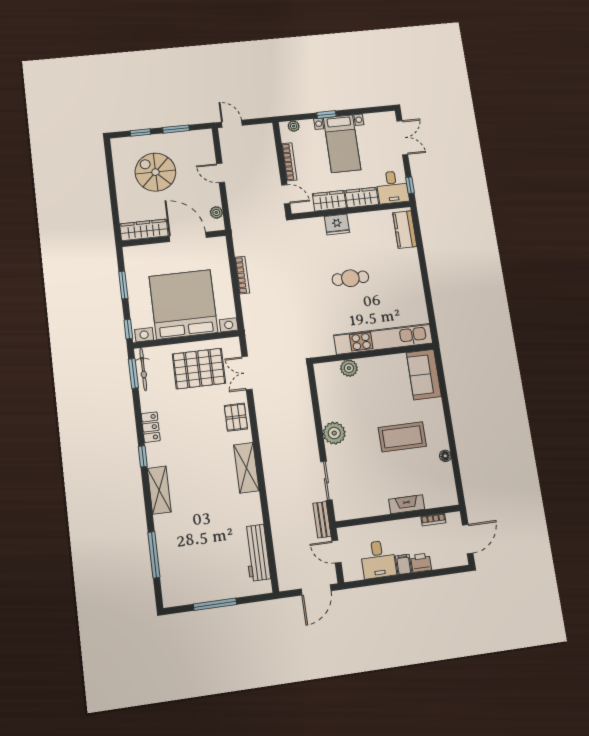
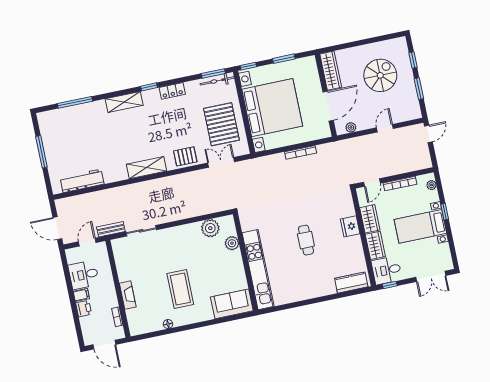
plant: (334, 433) -> (210, 228), moved

